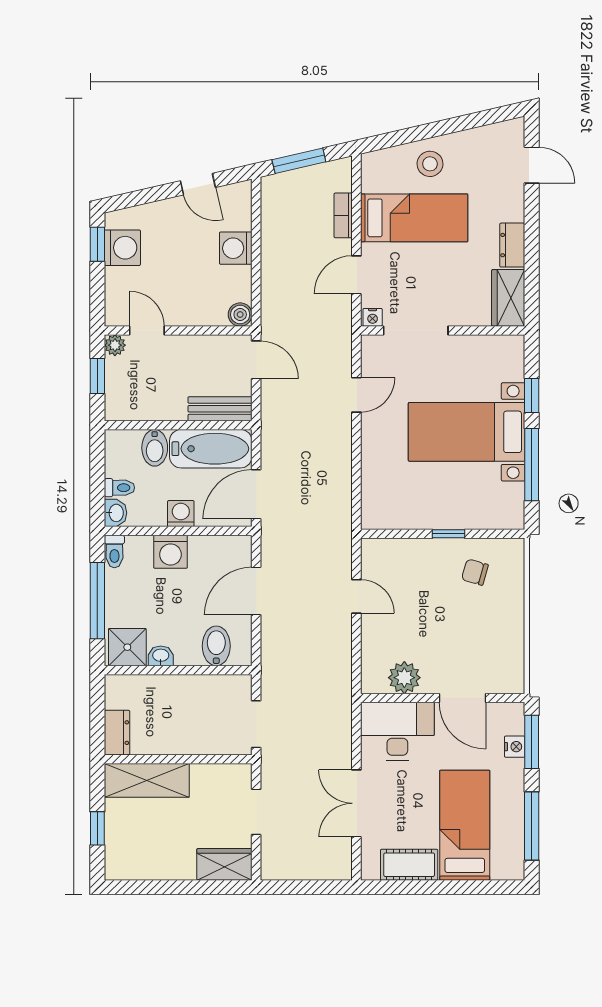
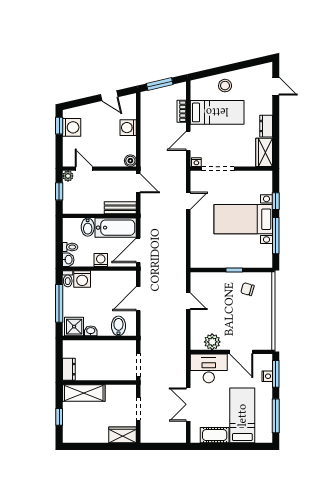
washing machine: (170, 552) -> (82, 279), moved

